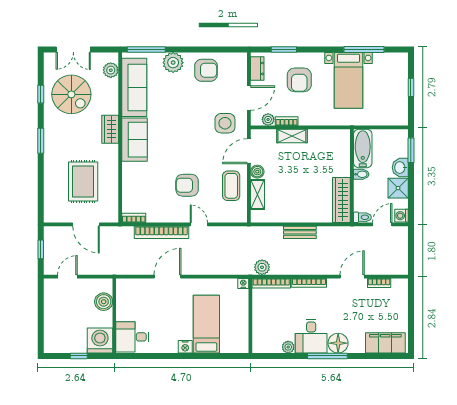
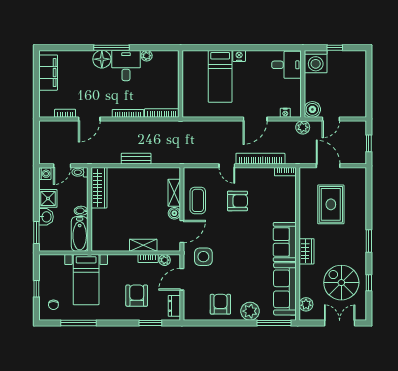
armchair: (206, 70) -> (220, 304), turned 90
chair: (392, 70) -> (53, 305), added
bed with nightstands: (348, 80) -> (86, 280), moved, turned 180
plant: (262, 267) -> (303, 127), moved
door: (67, 277) -> (331, 119), moved
nightstand: (243, 283) -> (285, 113), moved
boiler: (104, 302) -> (312, 109), moved
filing cabinet: (385, 343) -> (48, 73), moved, turned -90

